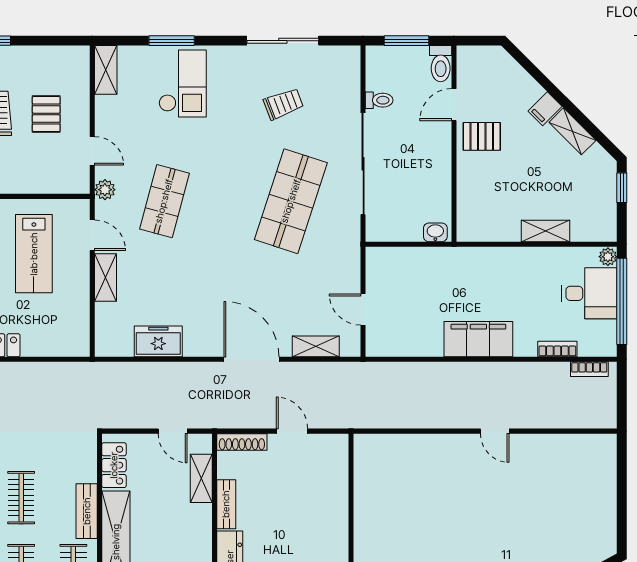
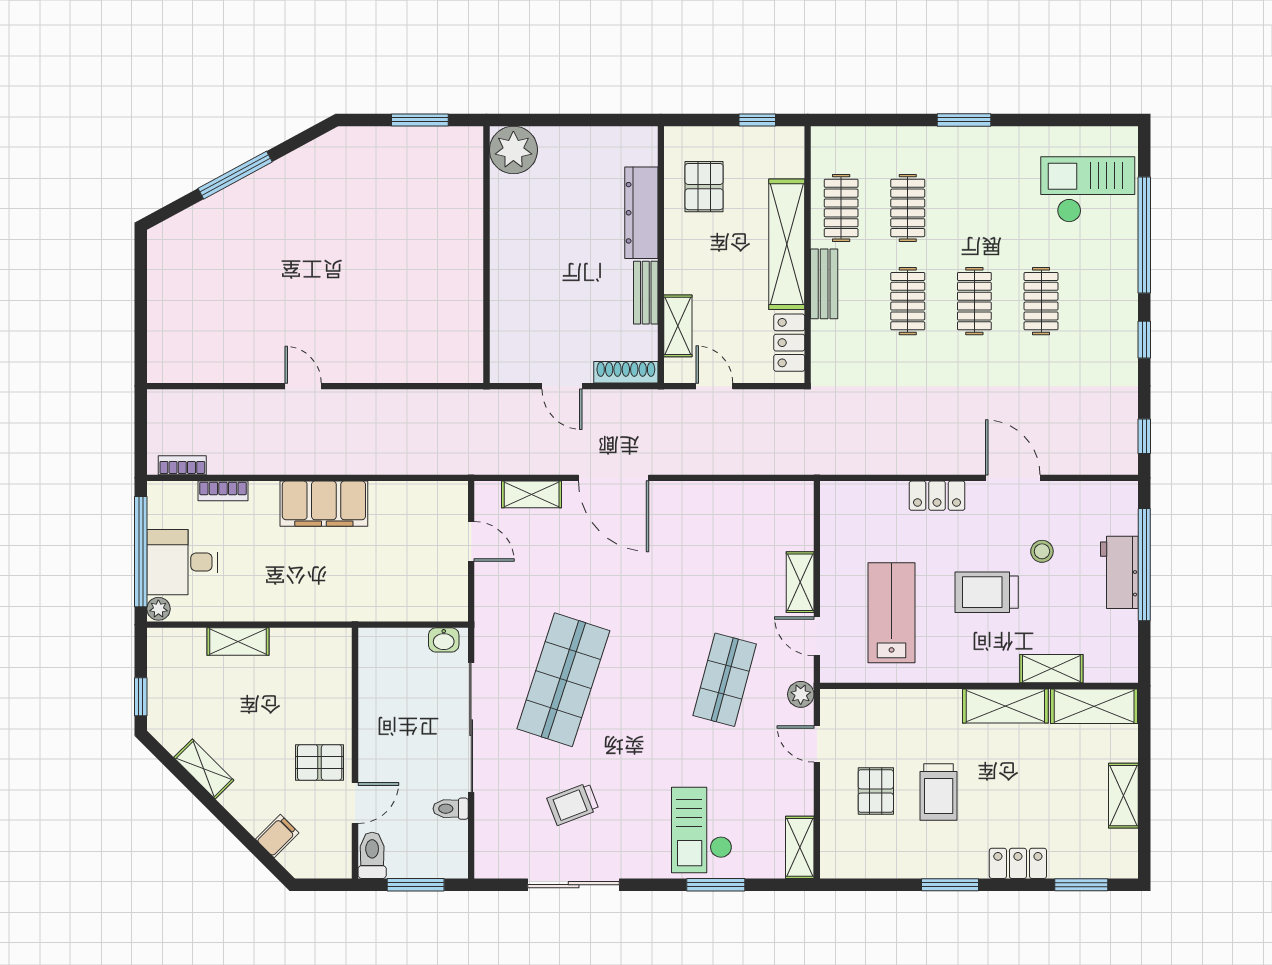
filing cabinet: (545, 109) -> (277, 836), moved
washbasin: (435, 232) -> (444, 640), moved
freezer: (158, 341) -> (733, 501), removed

